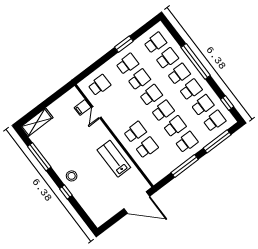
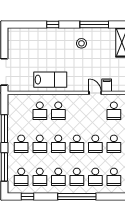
stool: (72, 176) -> (81, 43), moved

